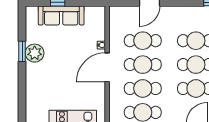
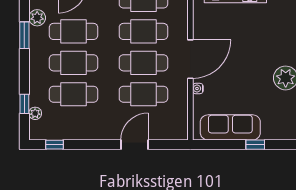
sofa: (61, 15) -> (230, 127), moved

